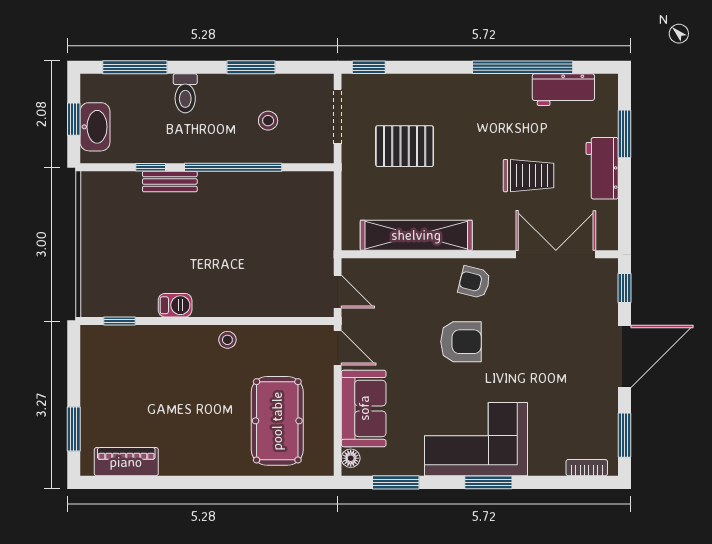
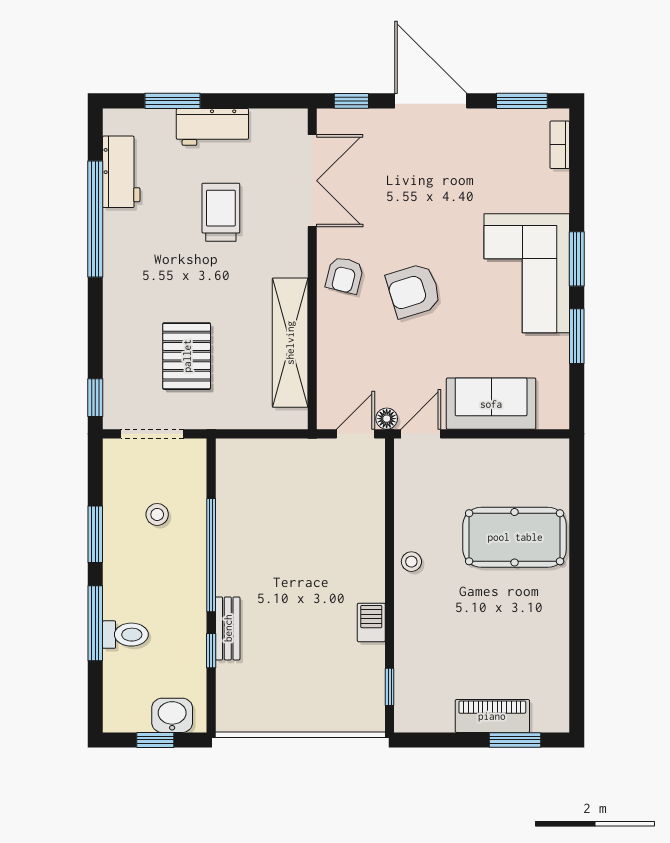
window: (135, 67) -> (95, 623), moved
toilet: (185, 93) -> (125, 635), moved
washbasin: (95, 127) -> (172, 715), width x0.72
double door: (556, 254) -> (312, 181), swing flipped
armchair: (461, 342) -> (414, 291), turned -107
pool table: (277, 421) -> (515, 537), moved
floor lamp: (351, 458) -> (387, 419), moved
piano: (126, 462) -> (492, 716), moved, turned 90
window: (396, 482) -> (577, 336), moved

